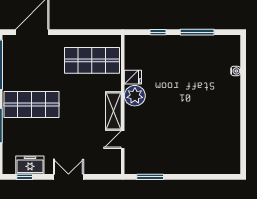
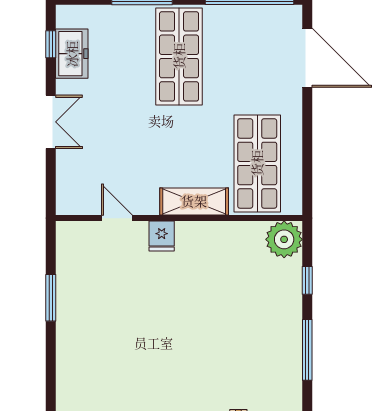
fridge: (133, 77) -> (162, 236), moved
plant: (135, 96) -> (284, 239), moved
shelving: (113, 111) -> (194, 201), moved
window: (150, 177) -> (51, 298), moved

